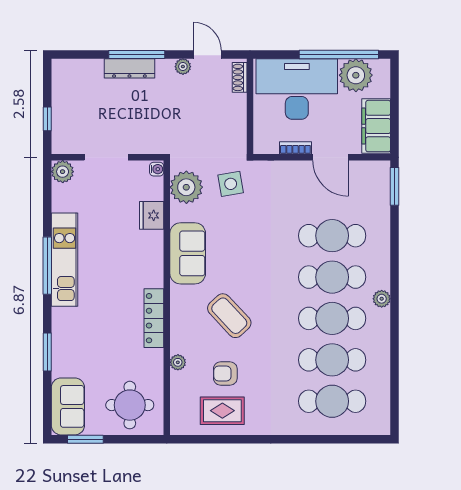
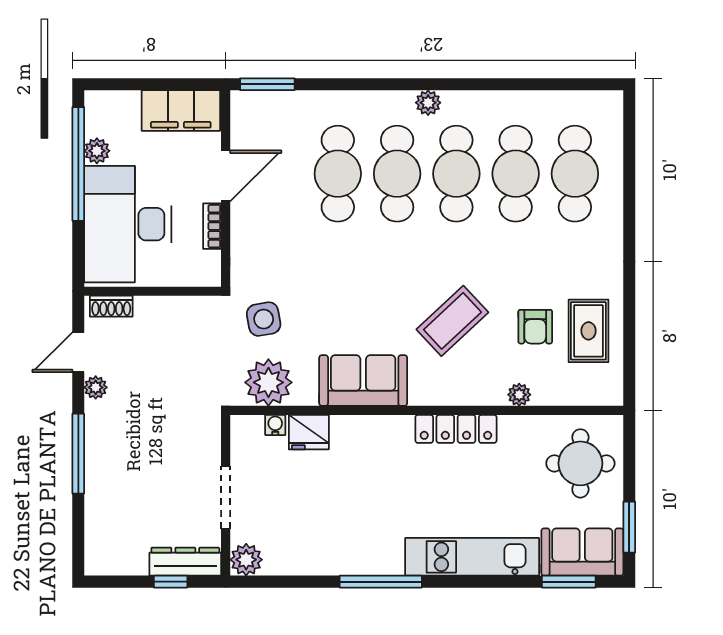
dresser: (129, 68) -> (185, 562), moved, turned -90
plant: (356, 75) -> (97, 151), width x0.53, depth x0.53
water cooler: (157, 169) -> (275, 425), moved
kitchen unit: (65, 260) -> (472, 557), moved
window: (47, 352) -> (569, 582), moved

